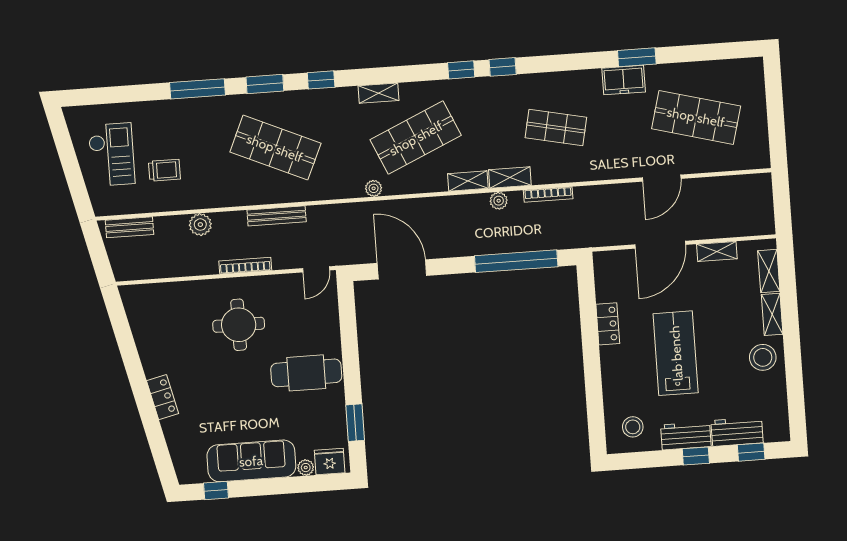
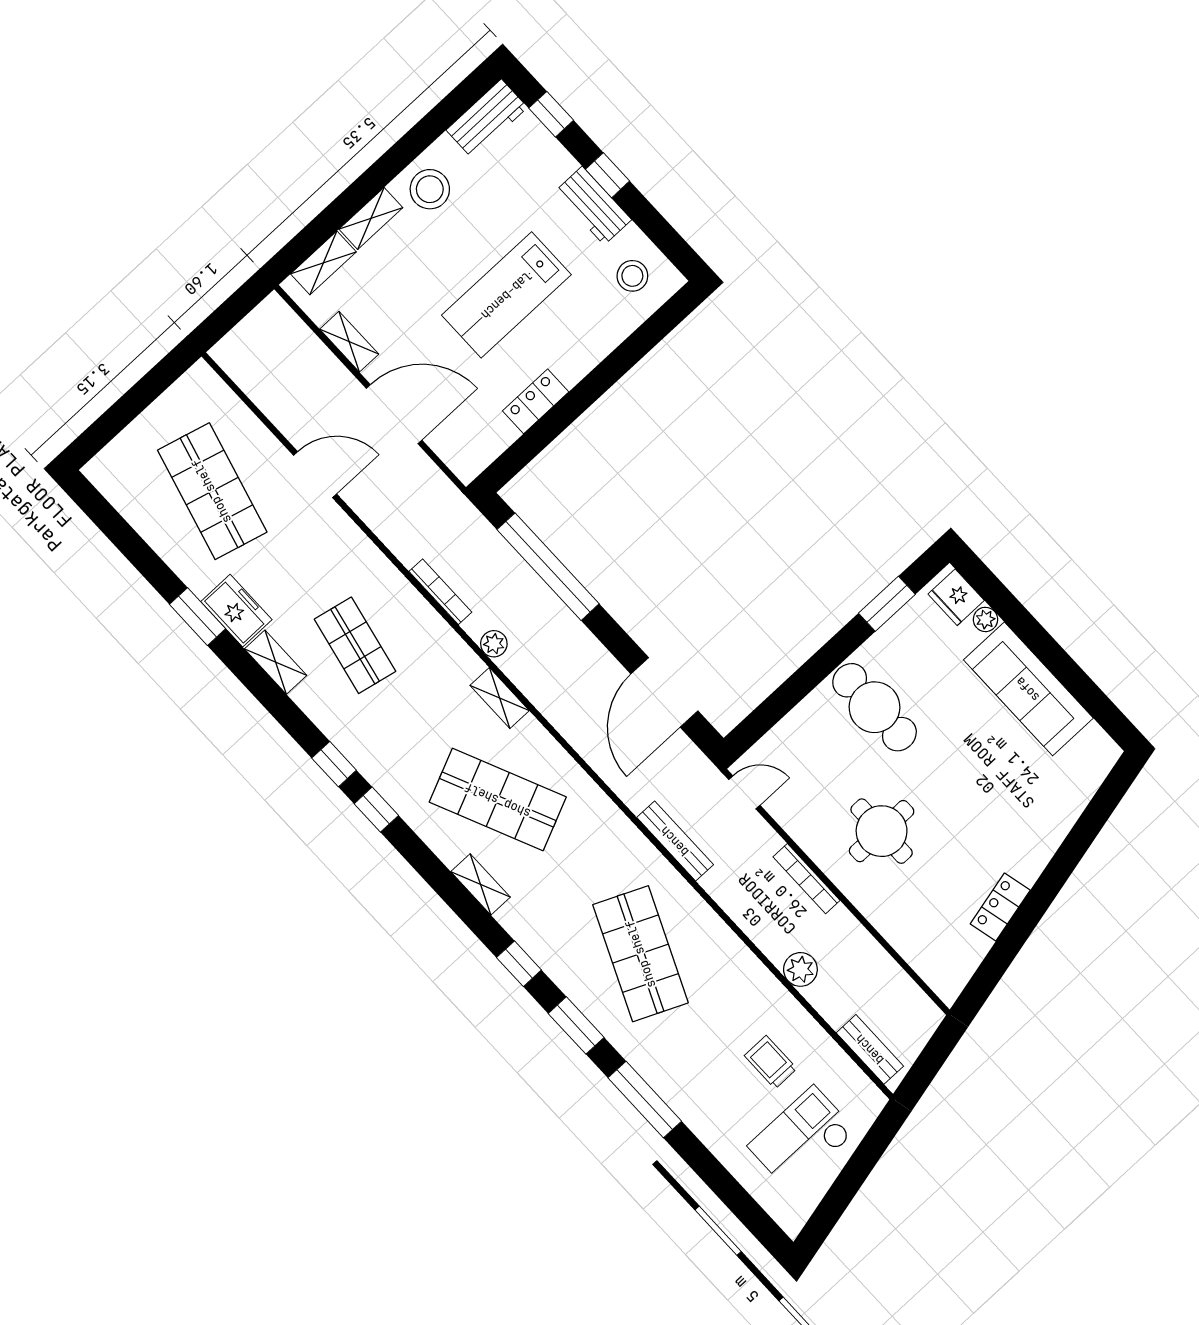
shelving: (510, 178) -> (276, 662), moved
plant: (374, 188) -> (596, 801), removed
bench: (277, 216) -> (675, 841), moved
locker: (163, 397) -> (1000, 907), moved
workbench: (737, 432) -> (487, 119), moved, turned -90
window: (216, 490) -> (1096, 703), removed

